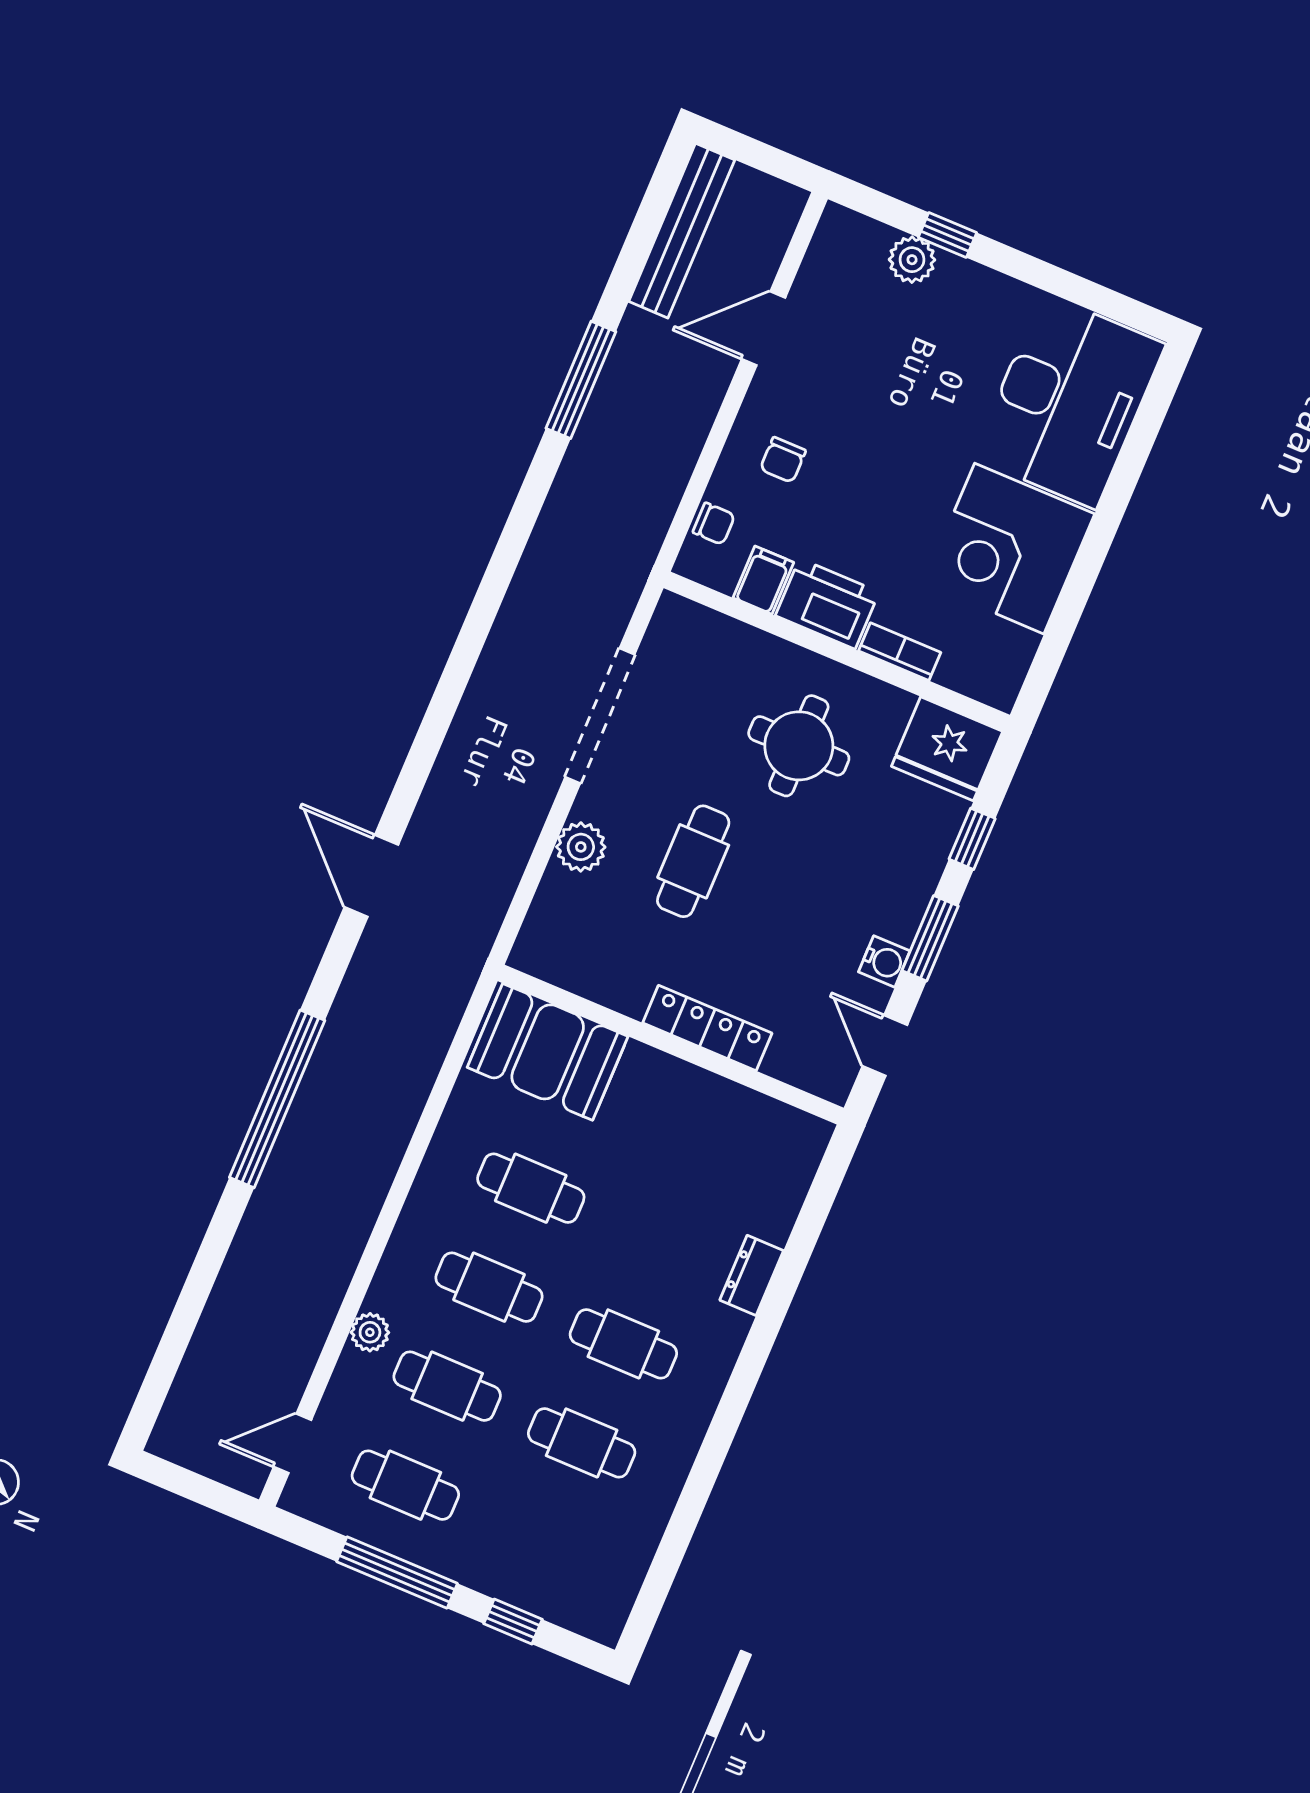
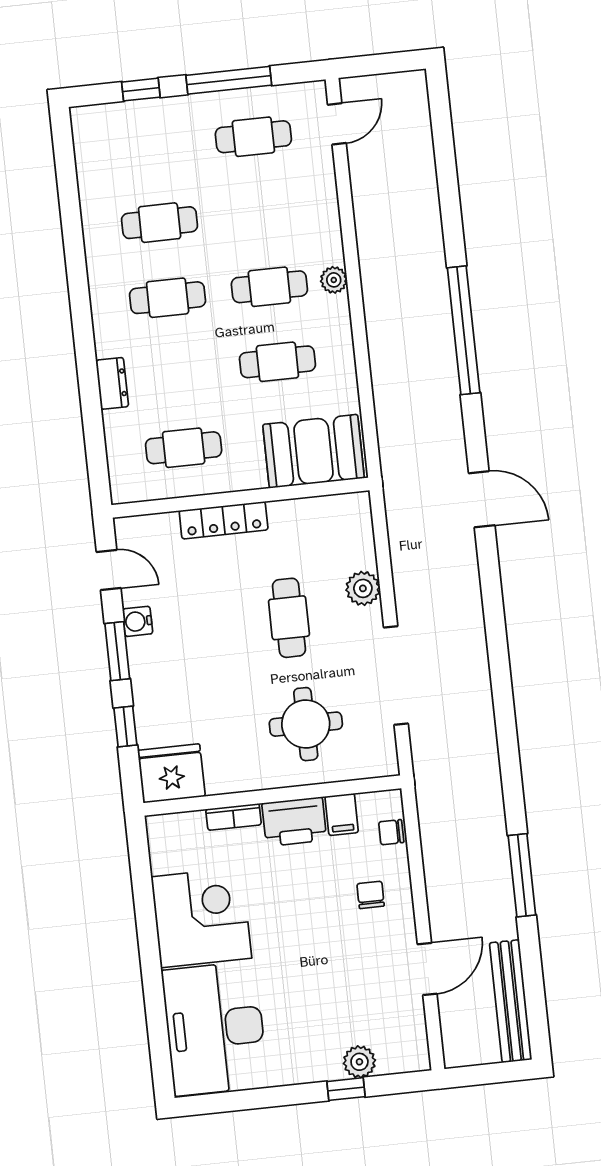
round table: (799, 746) -> (306, 724), moved
plant: (370, 1332) -> (334, 280), moved
cafe table: (447, 1386) -> (184, 448), moved

